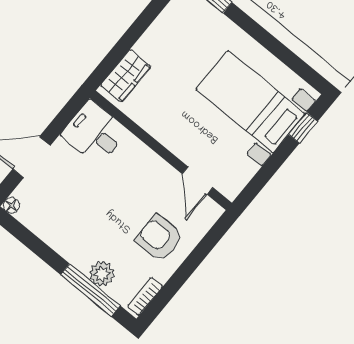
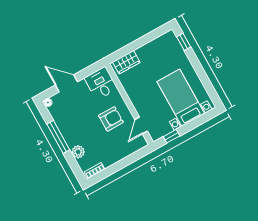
window: (303, 128) -> (172, 136), moved
armchair: (159, 238) -> (111, 119), moved, turned 90
window: (90, 290) -> (58, 137), moved

